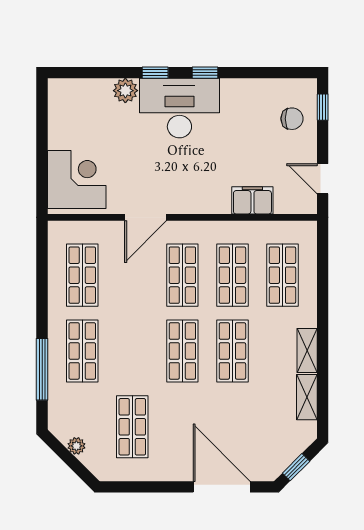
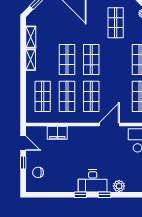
window: (323, 107) -> (23, 162), moved
desk: (179, 108) -> (93, 181), width x0.73, depth x0.77

